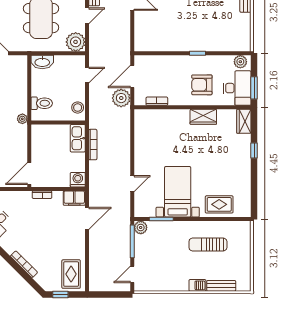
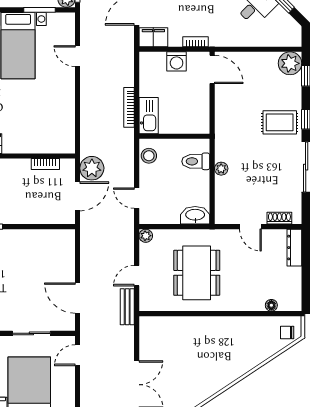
plant: (76, 42) -> (146, 236), width x0.53, depth x0.53
door: (87, 75) -> (137, 198), hinge flipped
plant: (22, 119) -> (221, 169), moved
door: (29, 174) -> (212, 69), hinge flipped
washing machine: (78, 180) -> (177, 61), moved
door: (132, 184) -> (77, 56), hinge flipped

